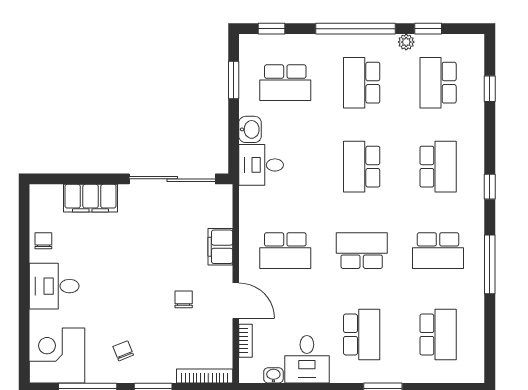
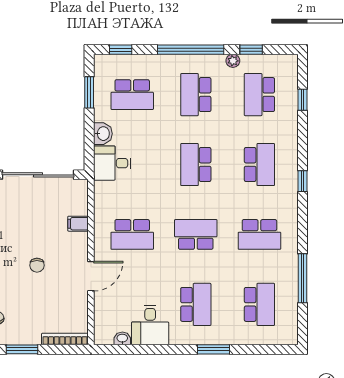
filing cabinet: (220, 247) -> (78, 224), width x0.50
window: (490, 264) -> (302, 278), moved
chair: (184, 299) -> (37, 265), moved, turned 180
door: (236, 301) -> (91, 276), hinge flipped
bookcase: (246, 341) -> (99, 310), removed

